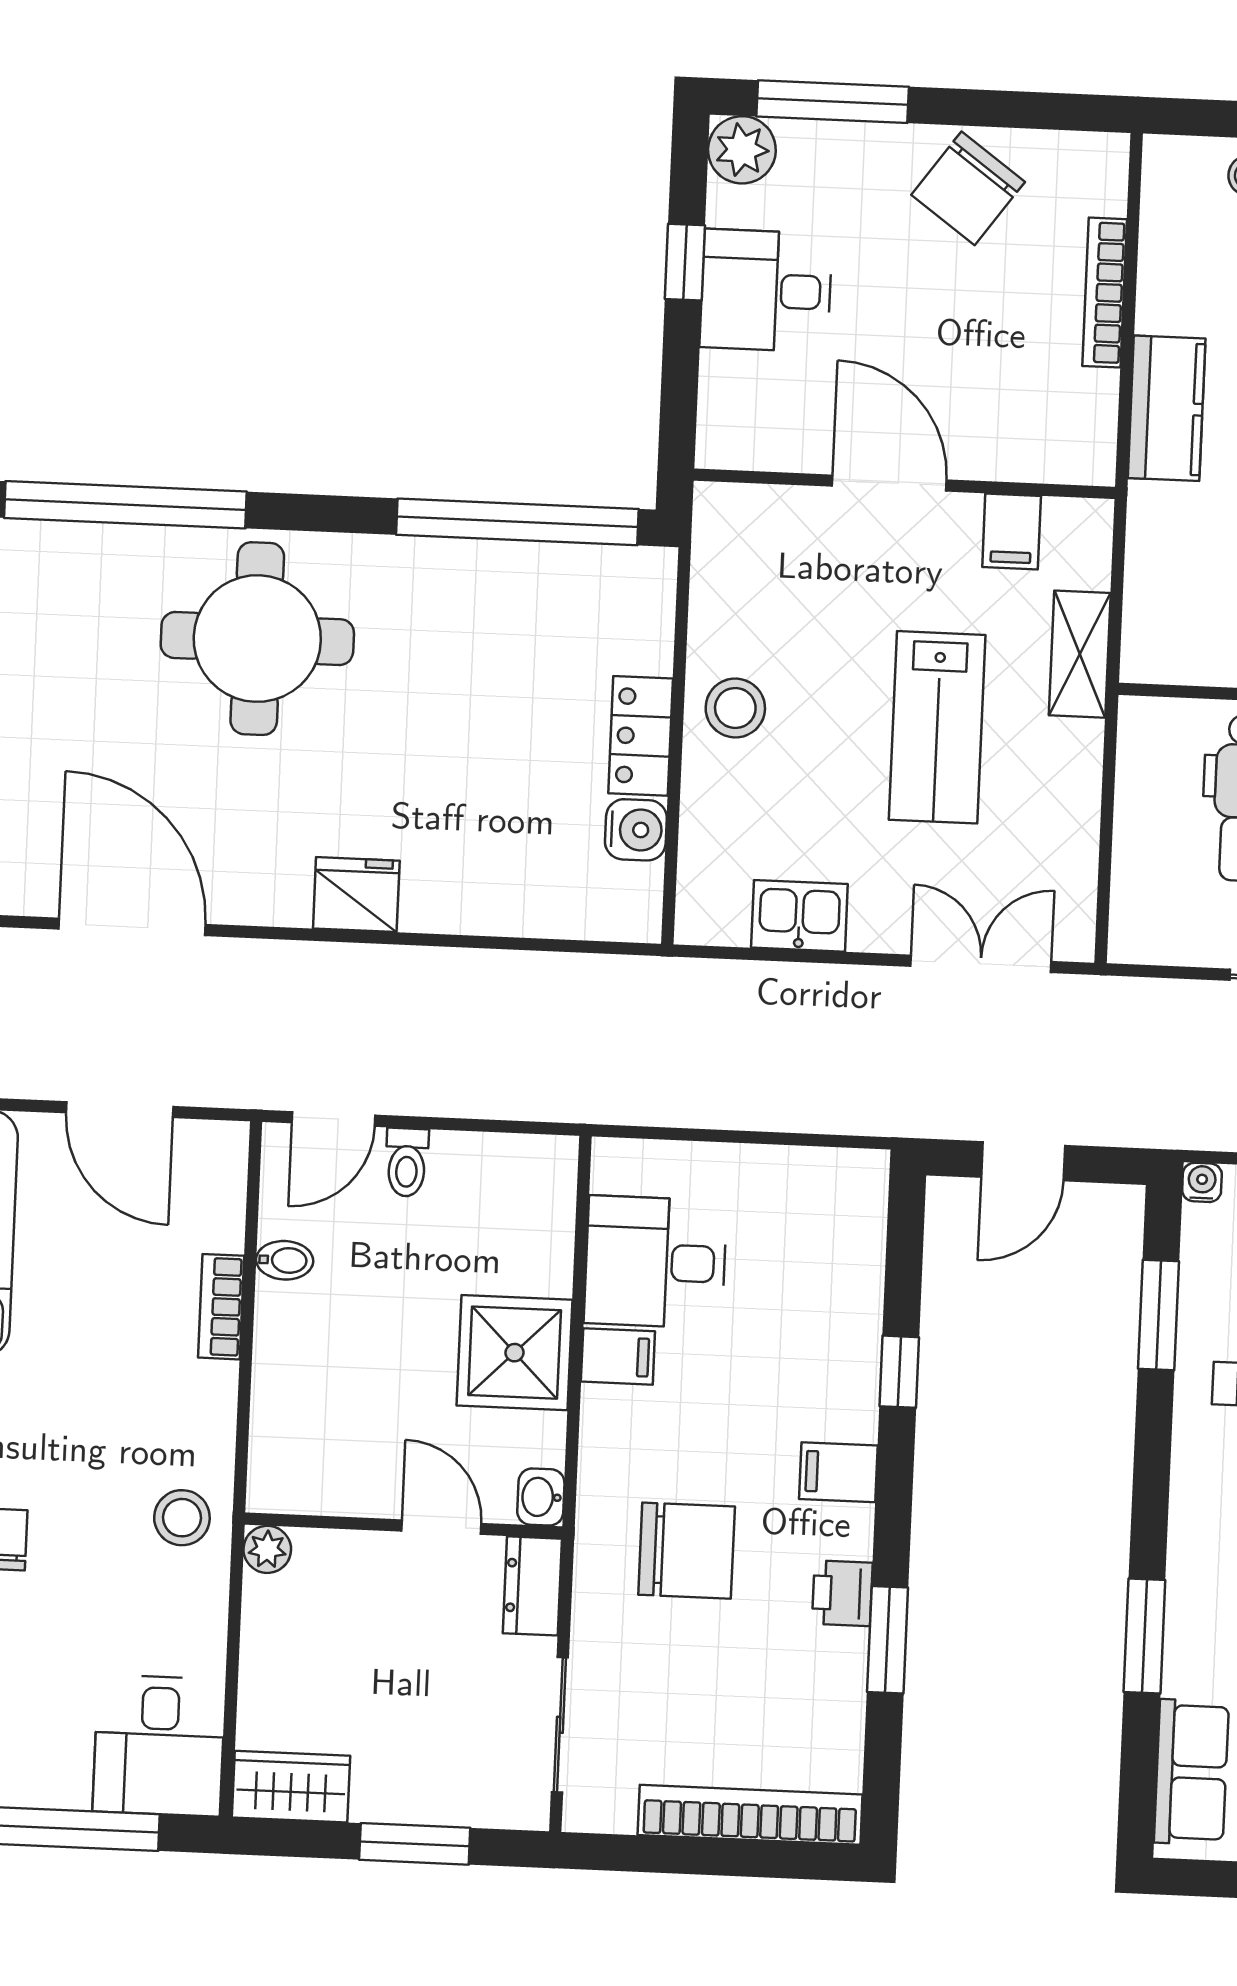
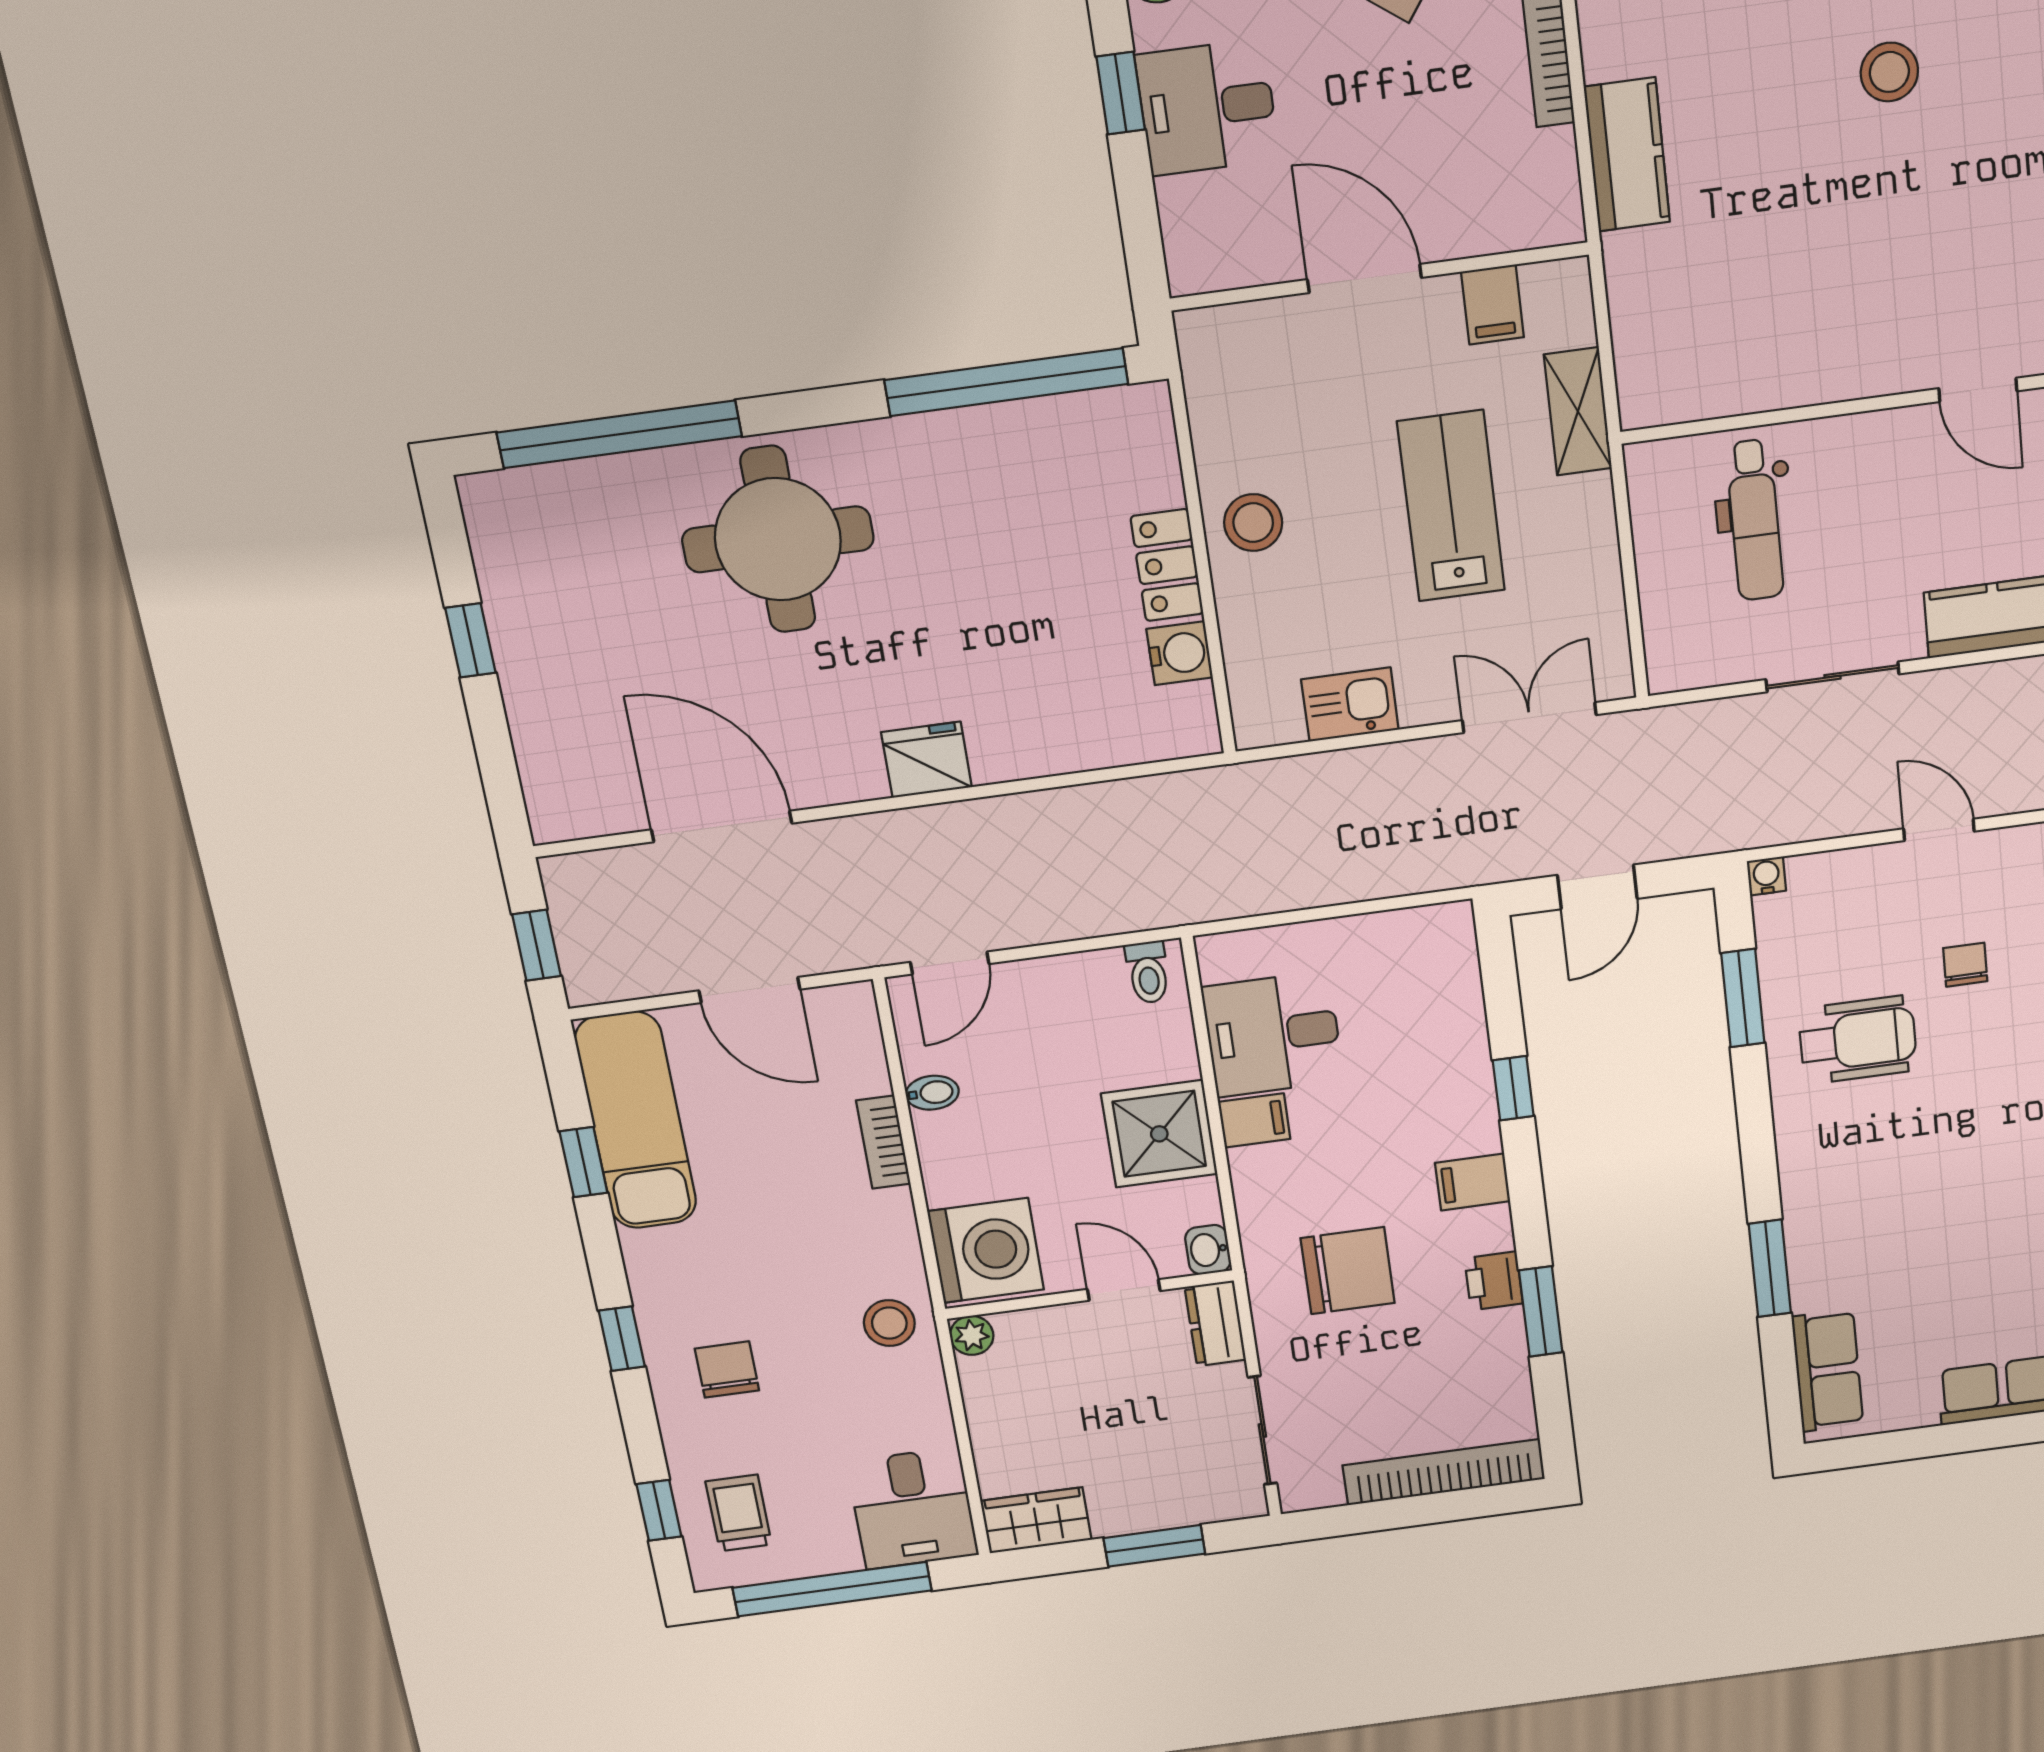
lab bench: (937, 727) -> (1451, 506), turned 180
toilet: (407, 1162) -> (1148, 972), moved
washing machine: (303, 1452) -> (986, 1251), added

